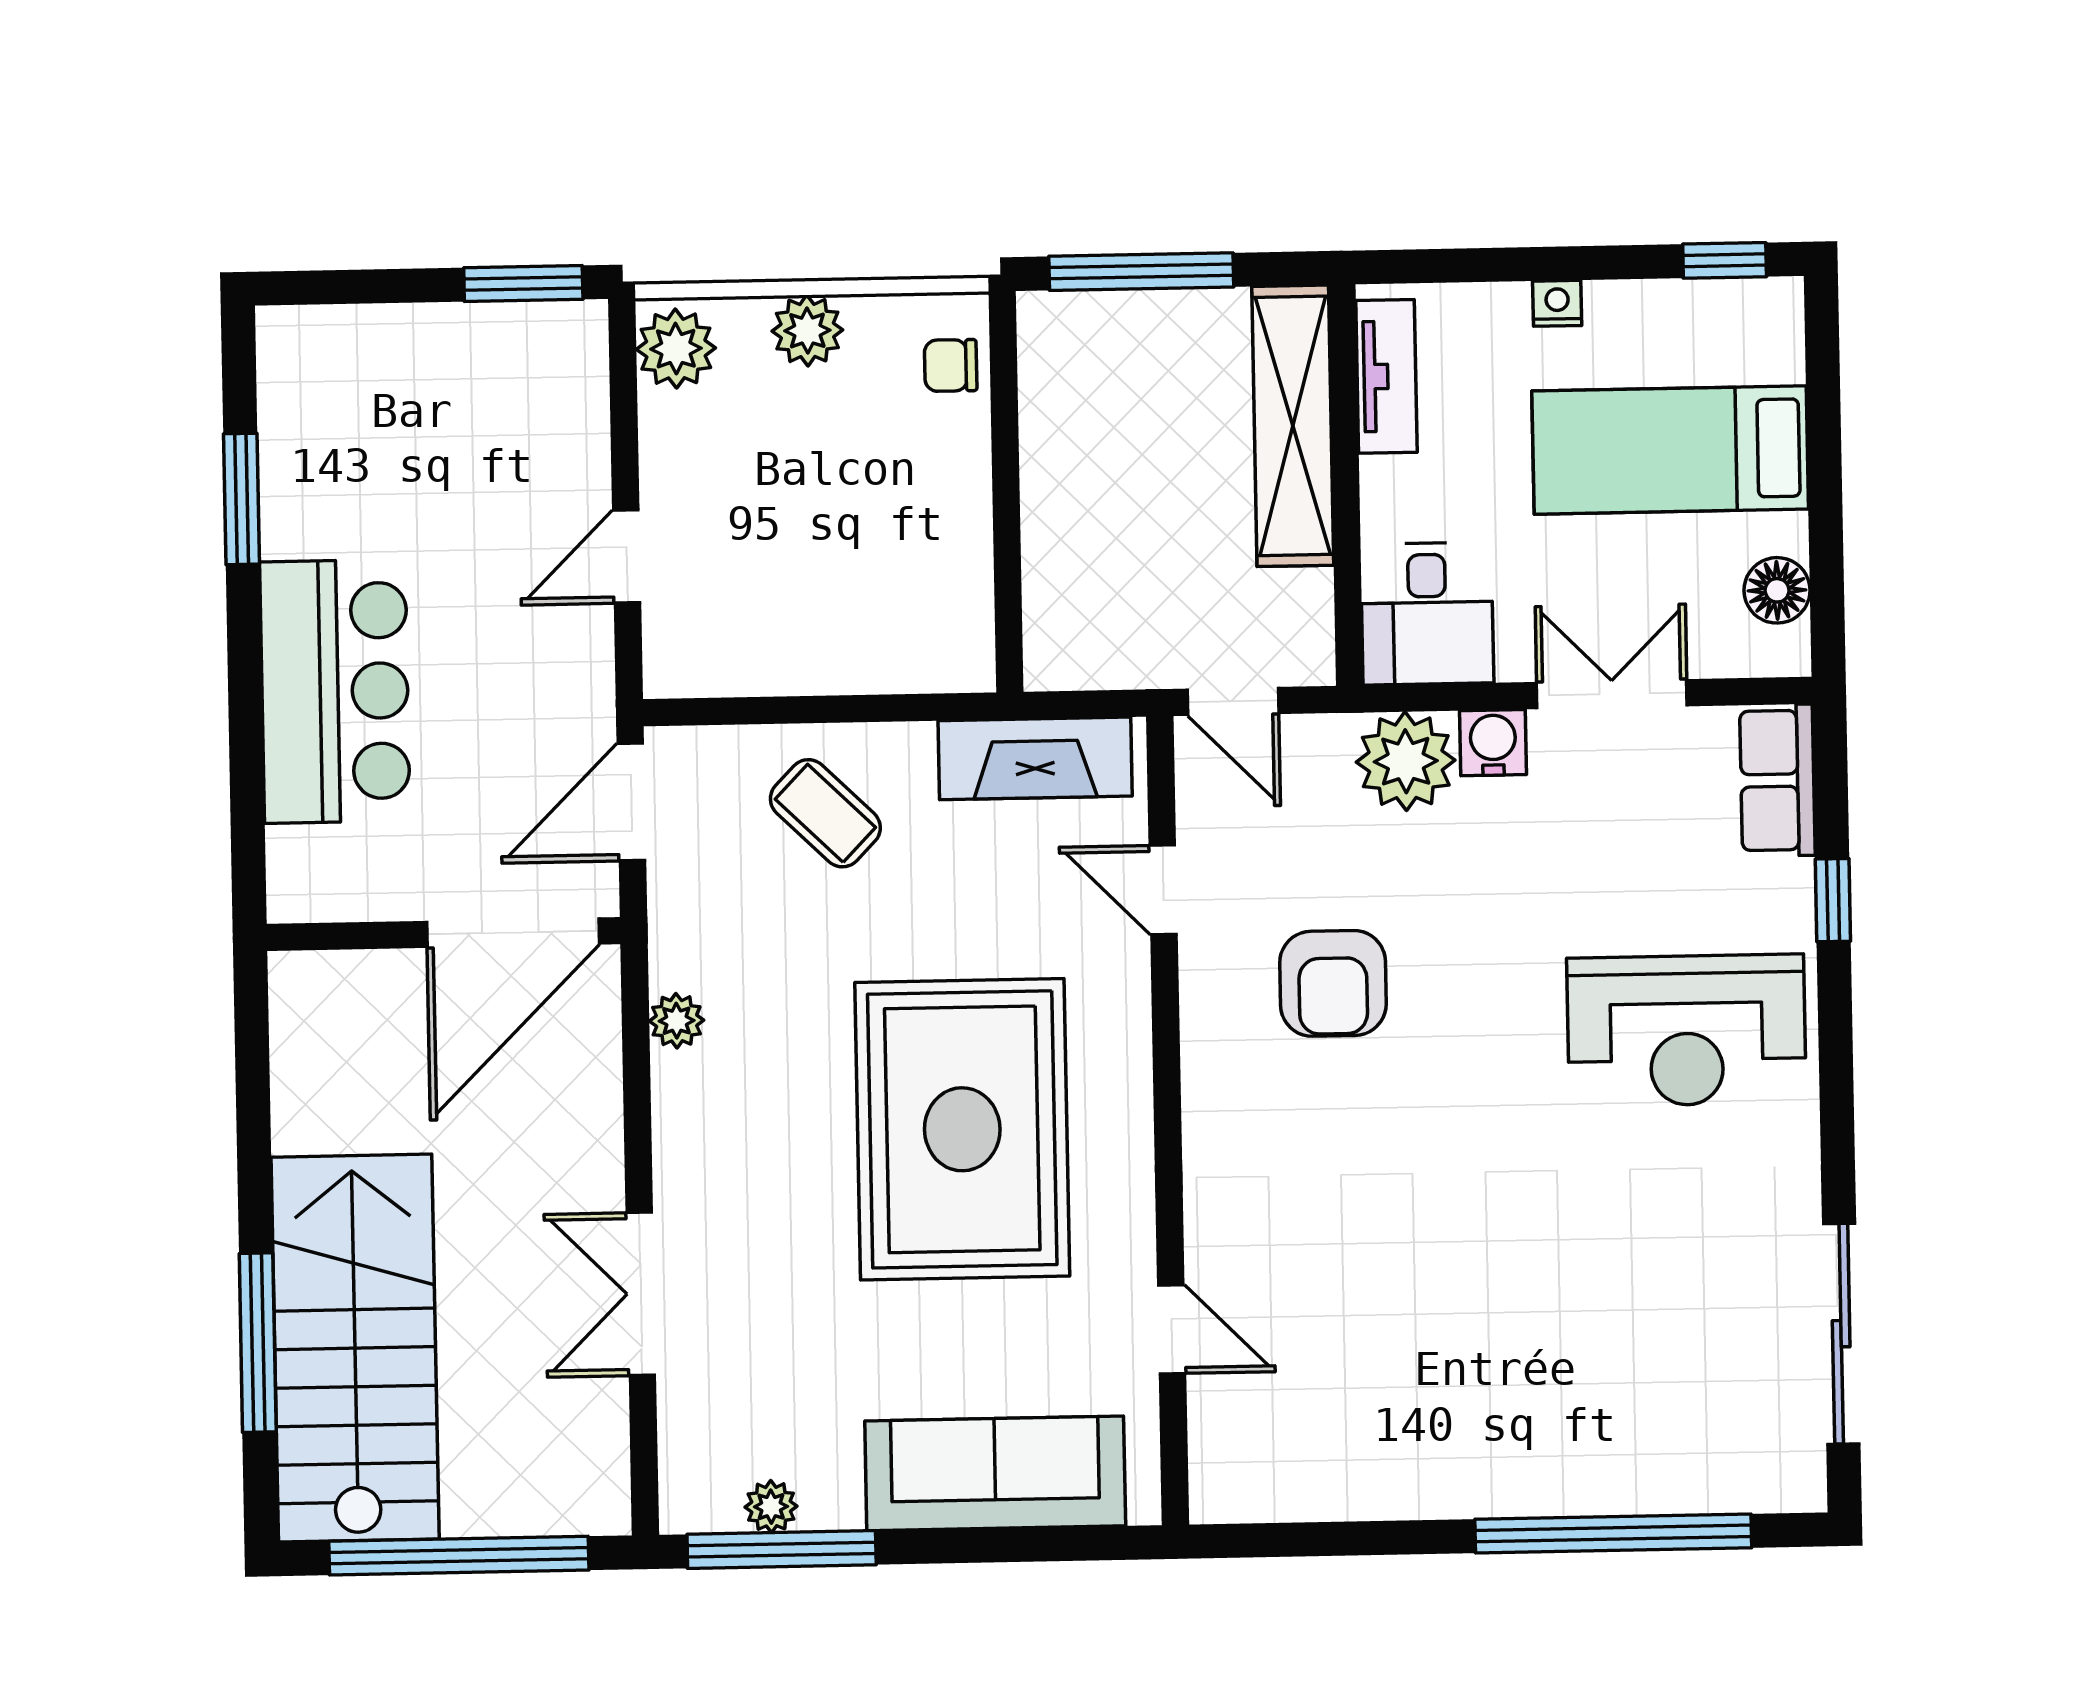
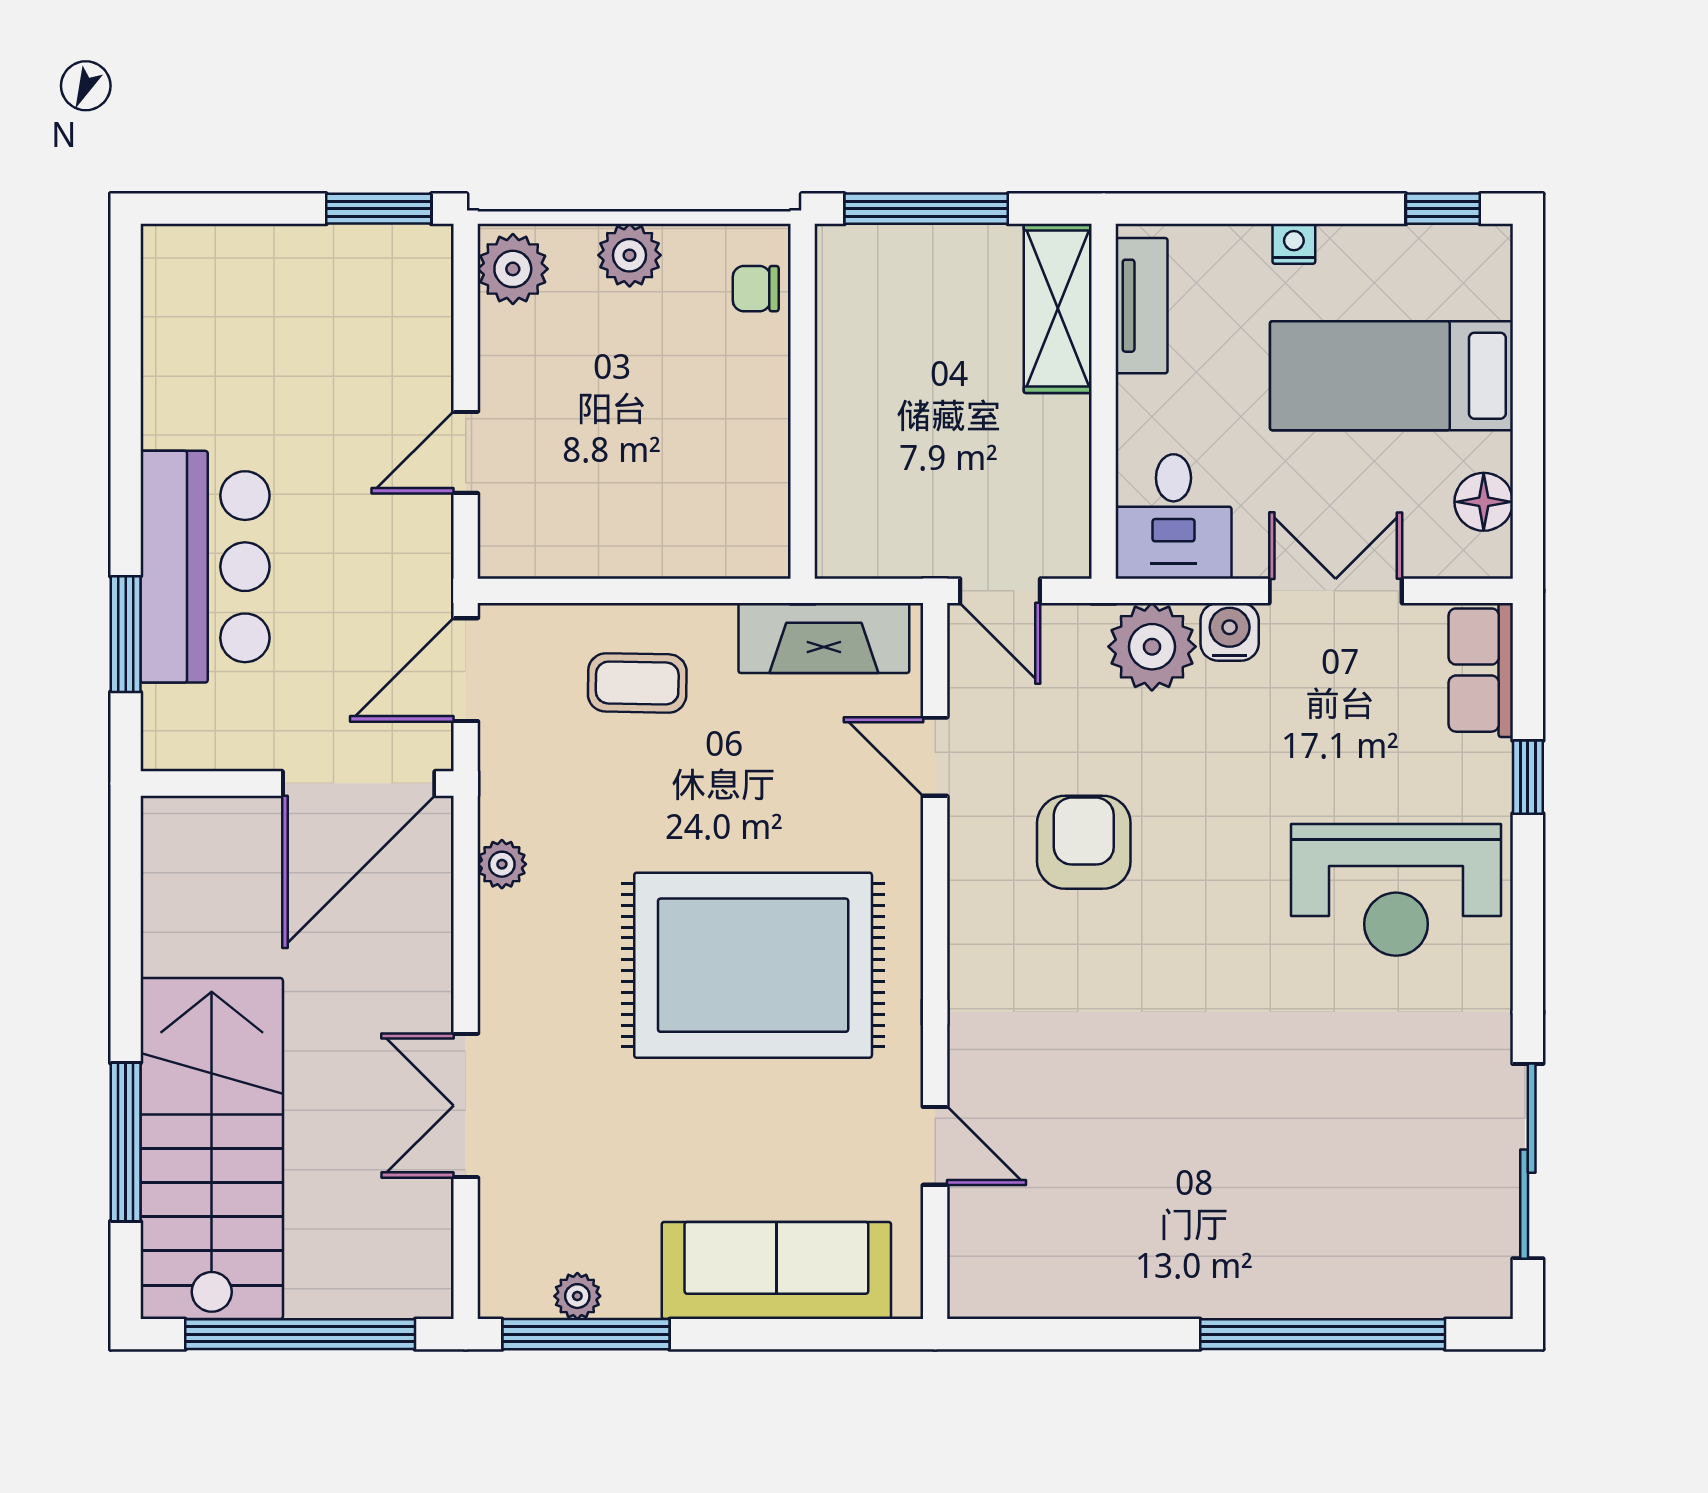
shelving: (1293, 426) -> (1058, 308), width x0.68
window: (242, 499) -> (126, 634), moved
coffee table: (825, 813) -> (637, 683), turned -43
armchair: (1333, 983) -> (1084, 842), turned 180
rug: (962, 1129) -> (753, 965), turned 90

